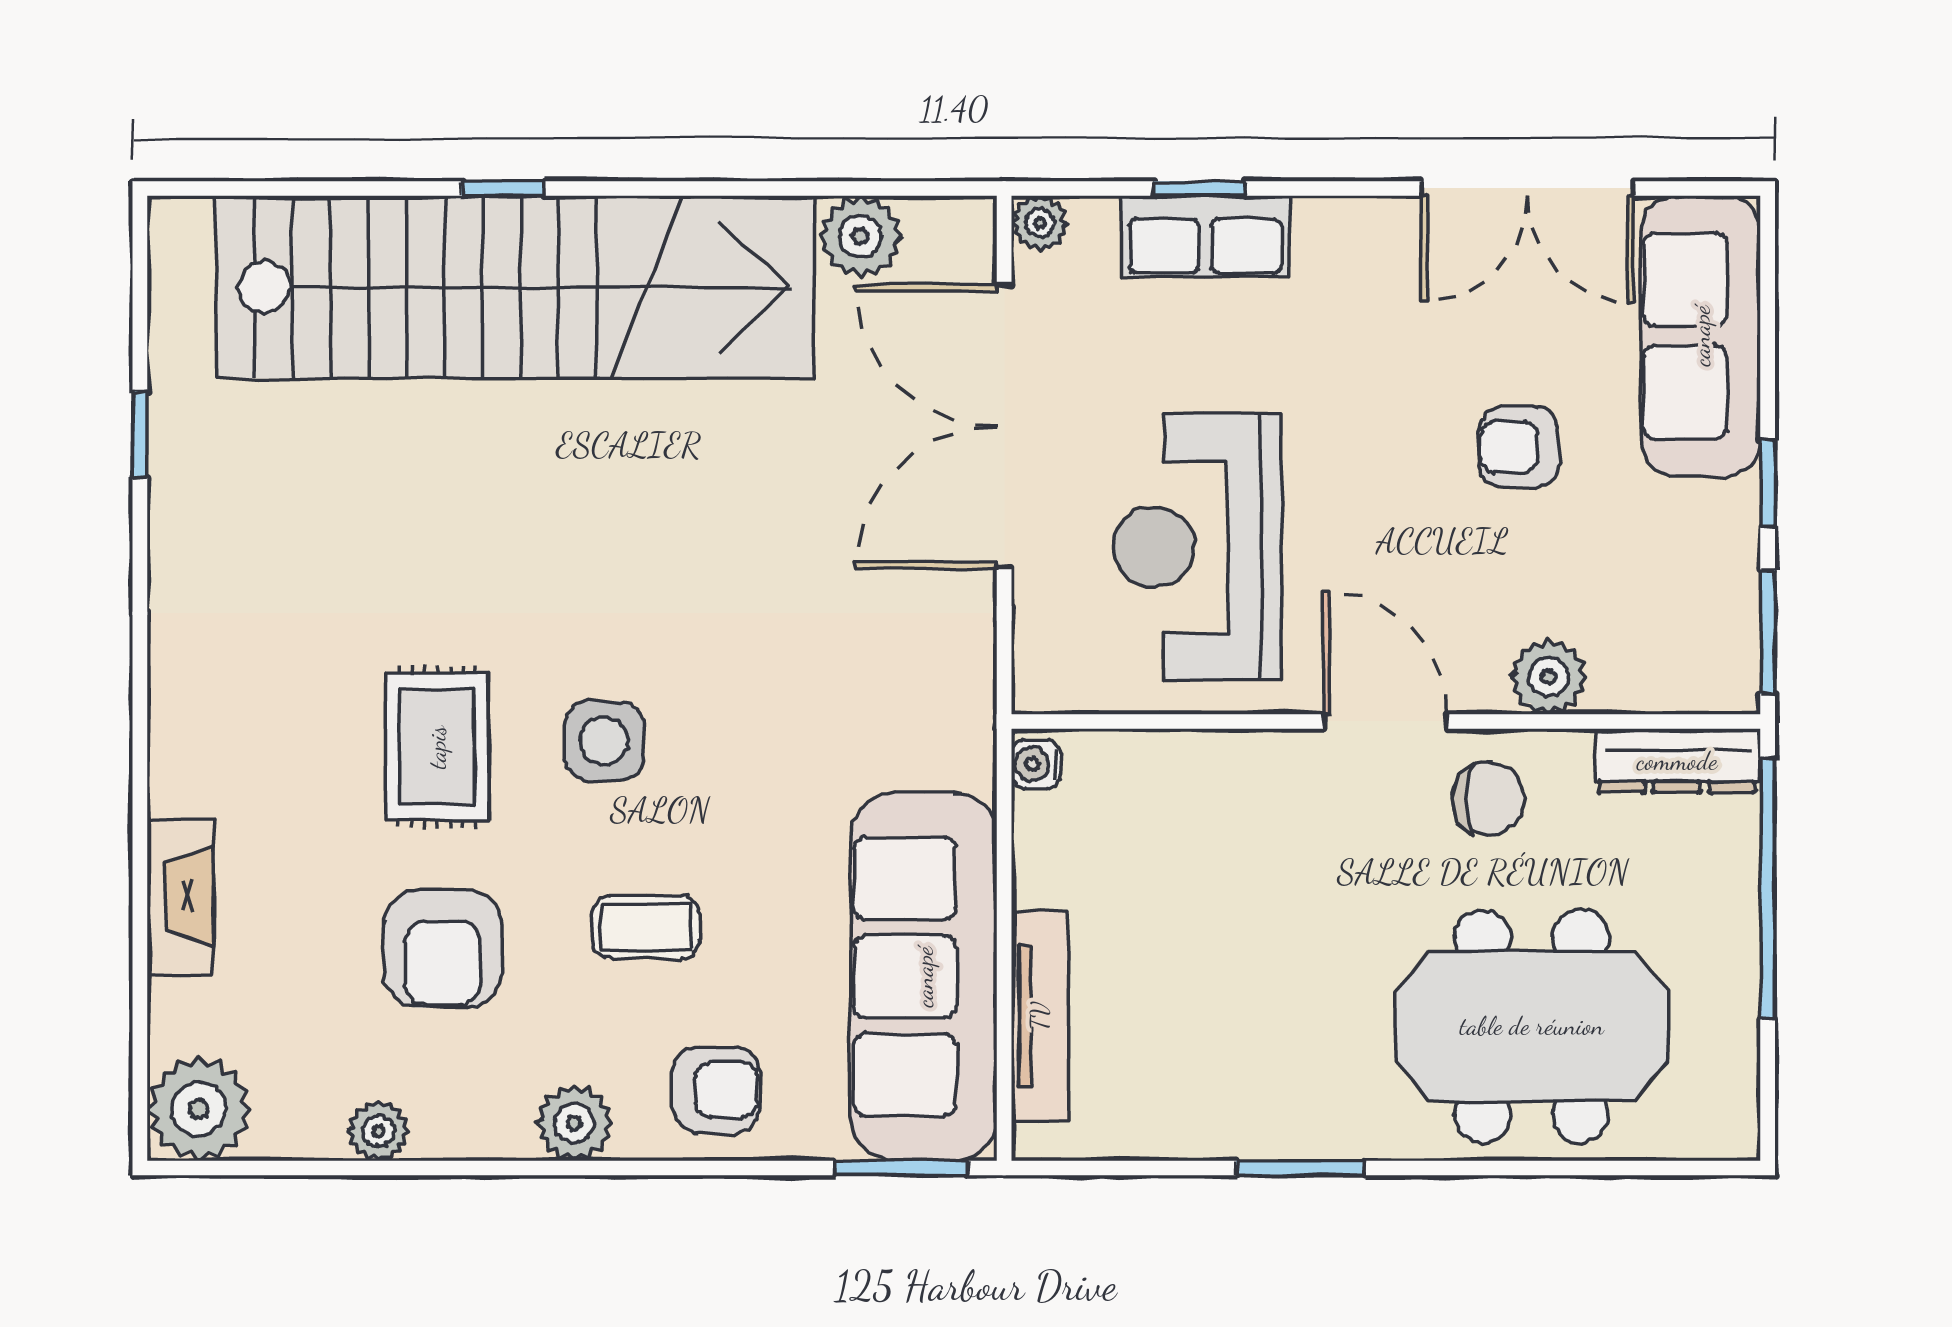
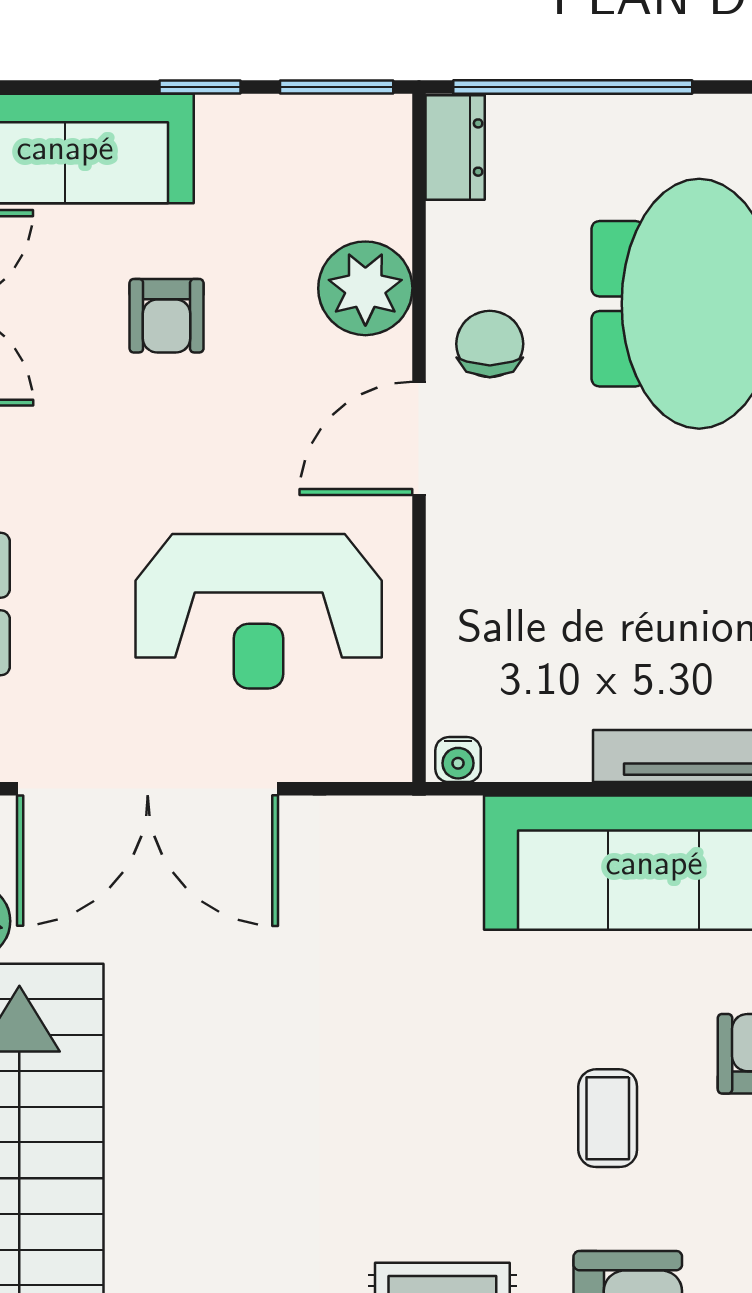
plant: (1549, 677) -> (365, 288), width x1.36, depth x1.36
side table: (604, 741) -> (437, 1157), removed
dresser: (1677, 761) -> (455, 148), width x0.70

